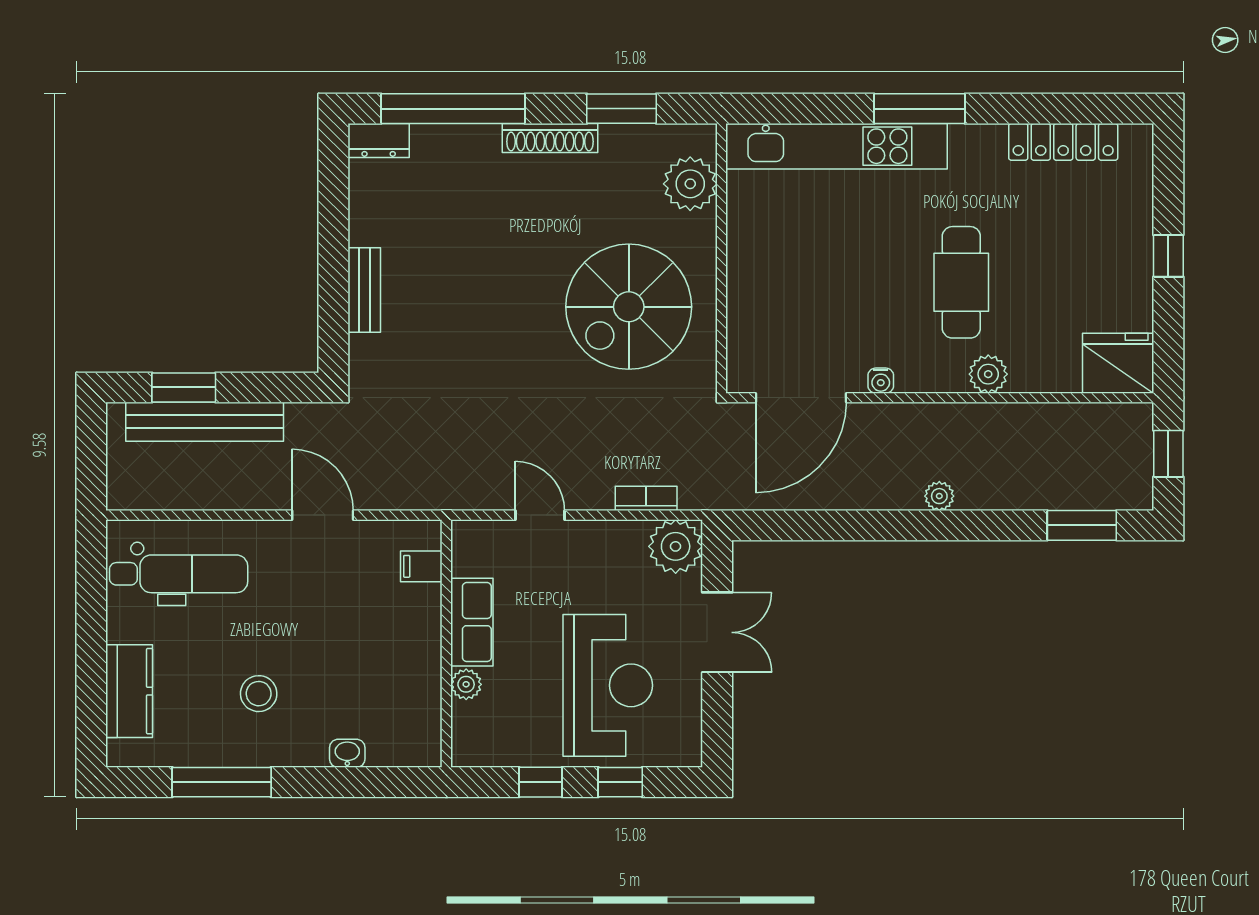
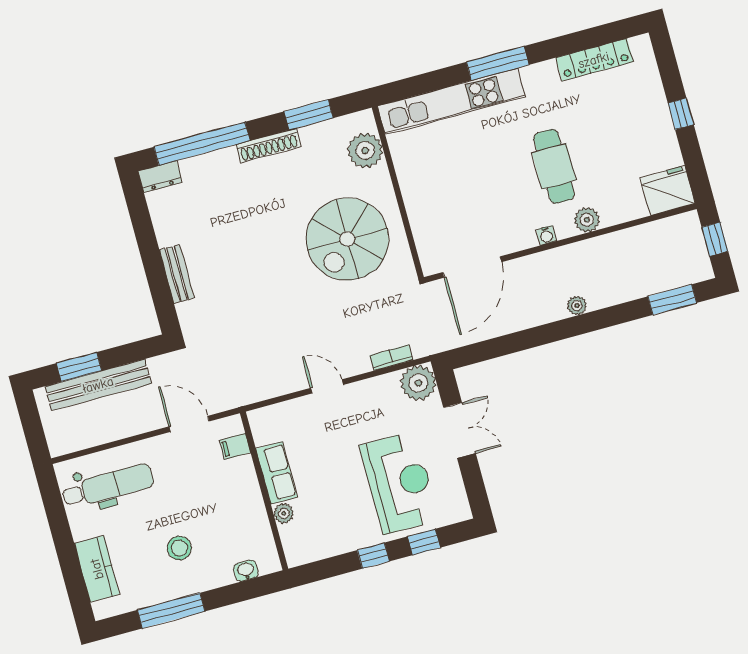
water cooler: (881, 381) -> (546, 235), moved
filing cabinet: (421, 566) -> (235, 446), moved
row of seats: (472, 622) -> (277, 473), moved
wall: (446, 643) -> (264, 491), moved
plant: (466, 684) -> (284, 513), moved

